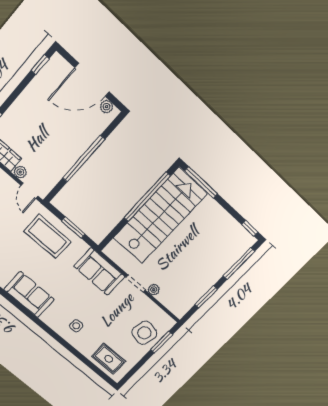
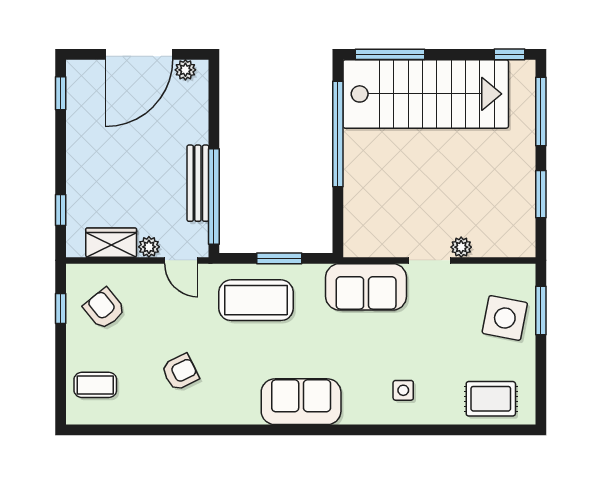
window: (84, 159) -> (214, 197), moved
bench: (67, 163) -> (198, 183), added
stairs: (160, 216) -> (426, 94), moved, turned 90

